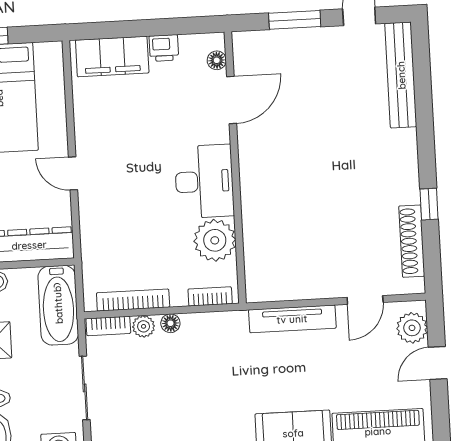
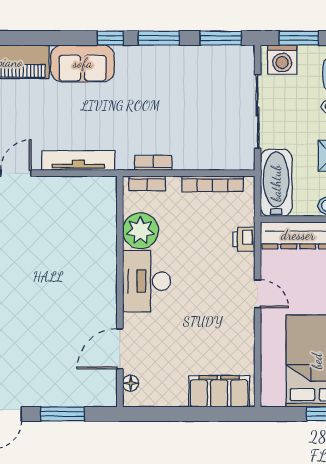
printer: (164, 48) -> (244, 239), moved, turned -90
floor lamp: (170, 323) -> (182, 162), removed
bookcase: (108, 326) -> (153, 163), moved
plant: (144, 326) -> (205, 161), removed
sliding door: (85, 388) -> (258, 111), width x1.37

